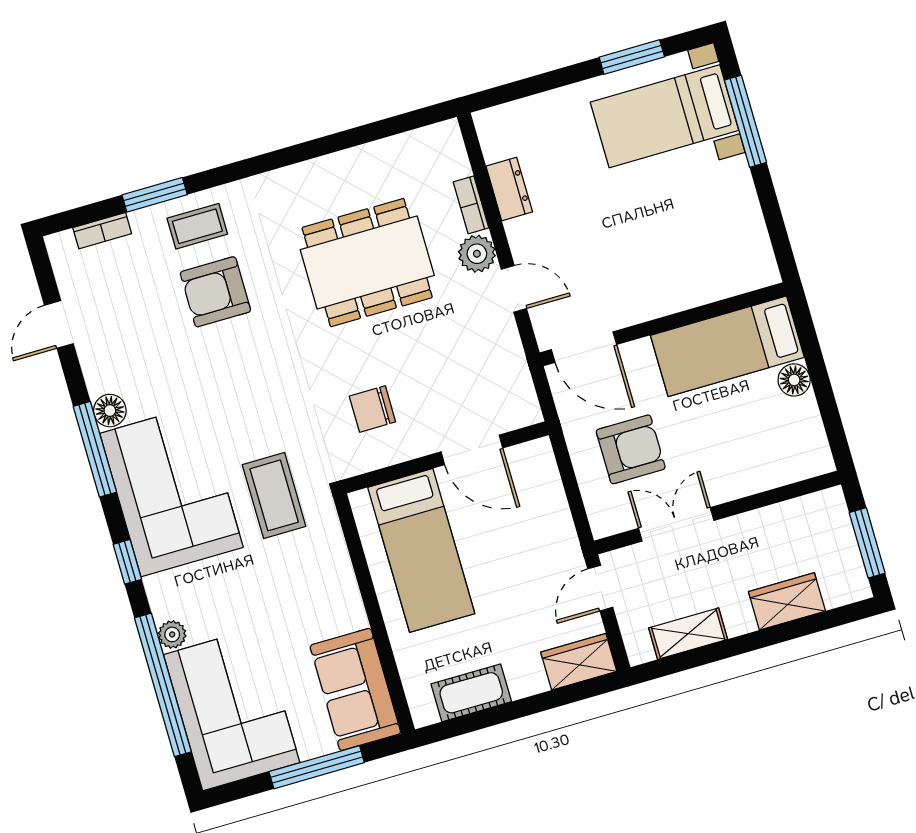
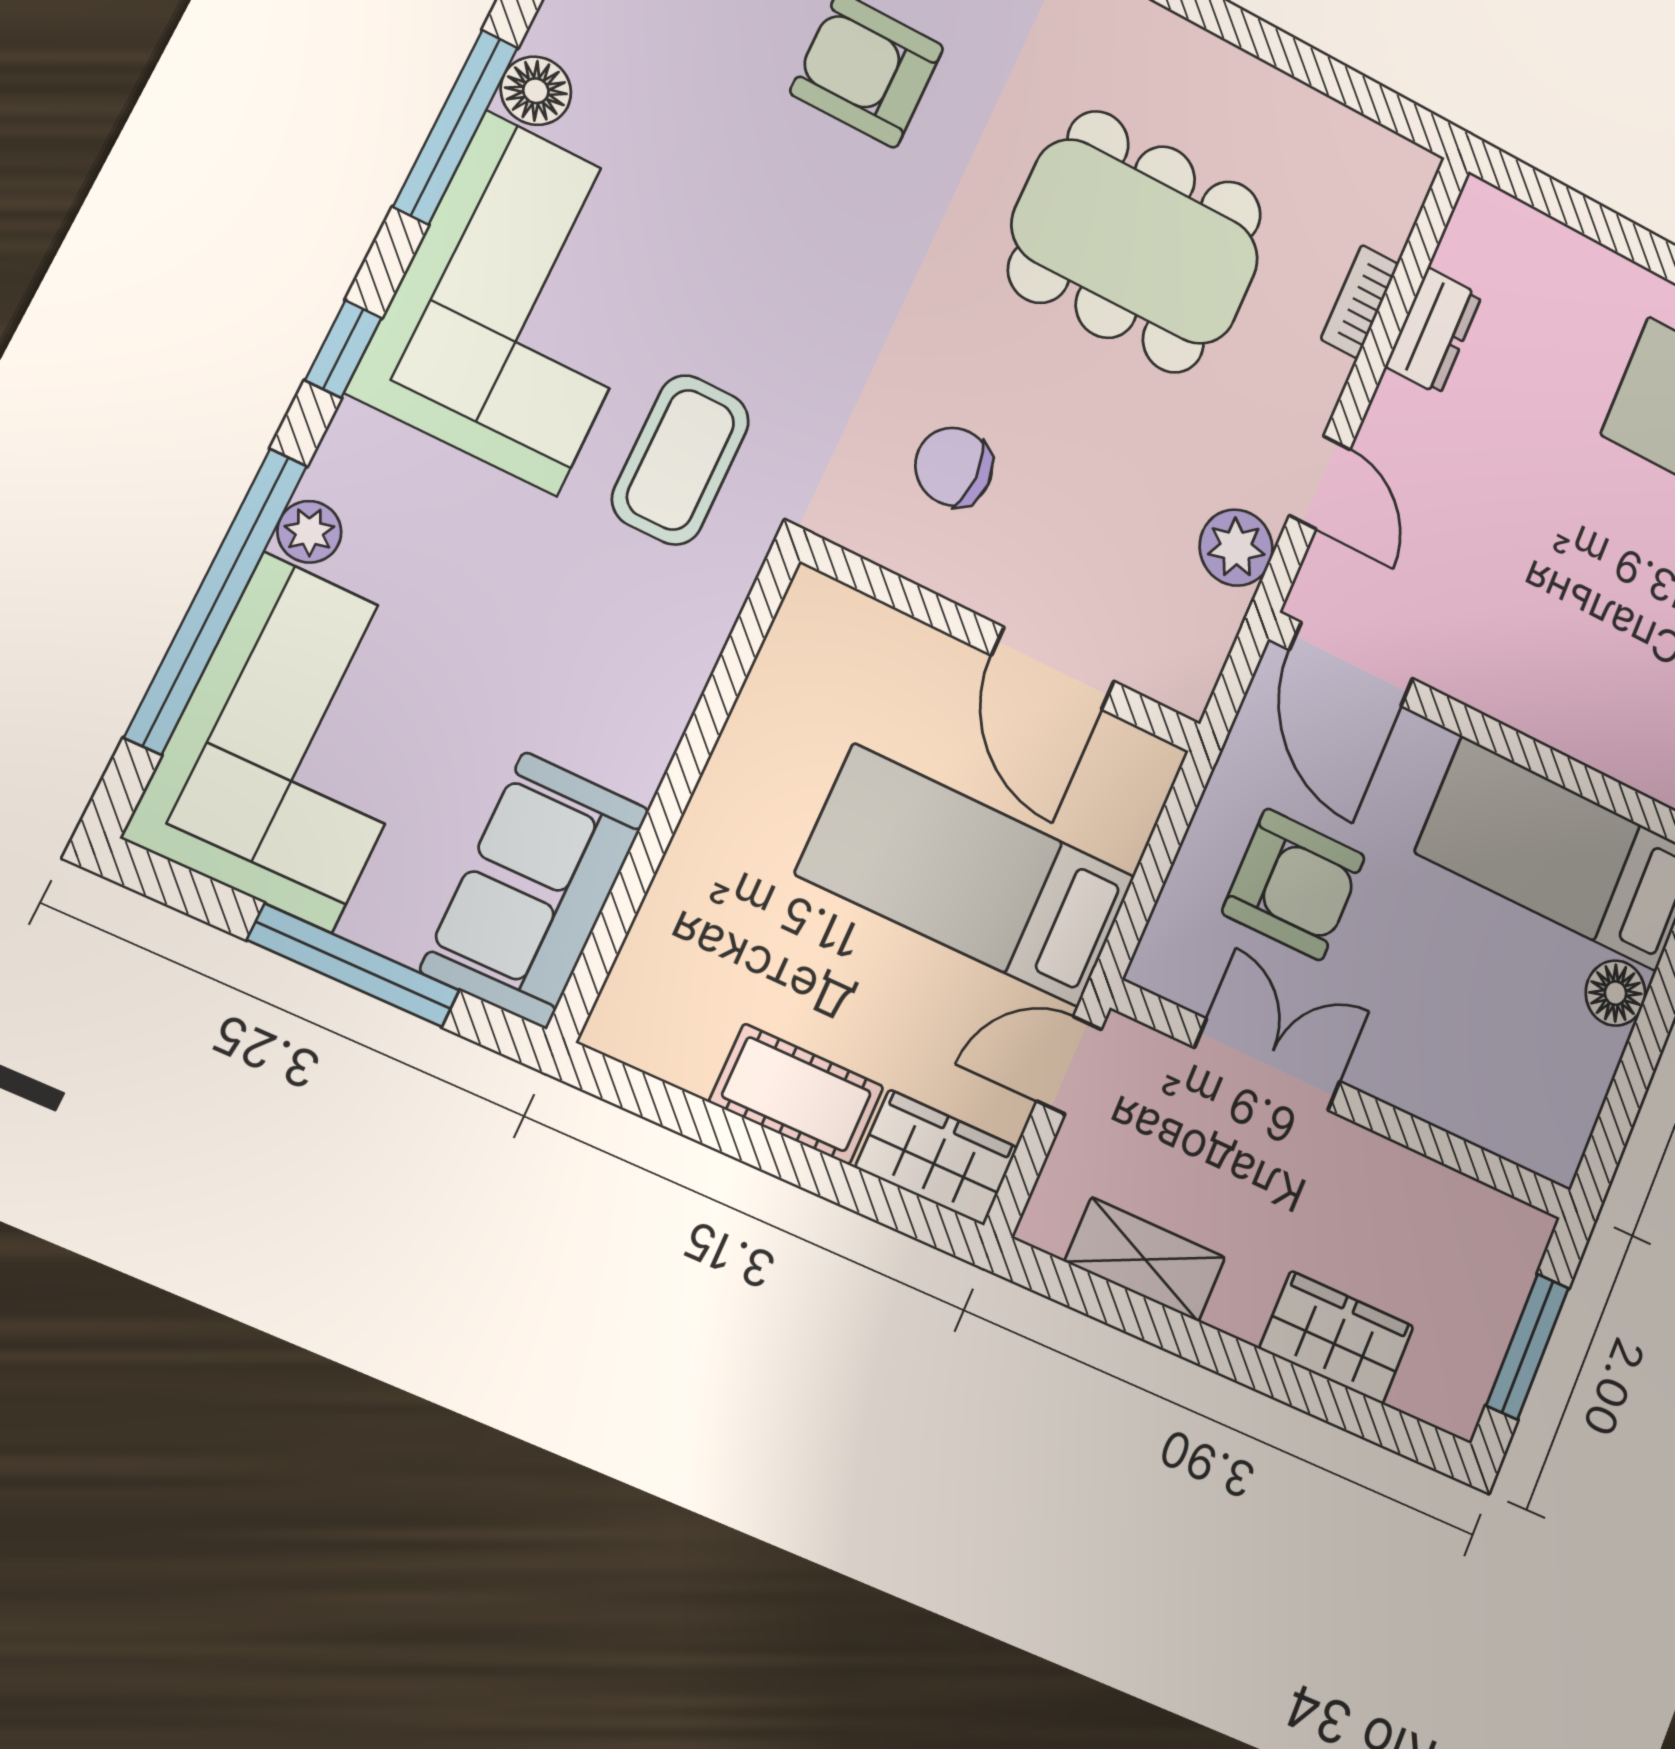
plant: (477, 254) -> (1236, 548), moved
bed: (421, 550) -> (966, 876), moved, turned 90
cot: (471, 693) -> (797, 1094), moved

